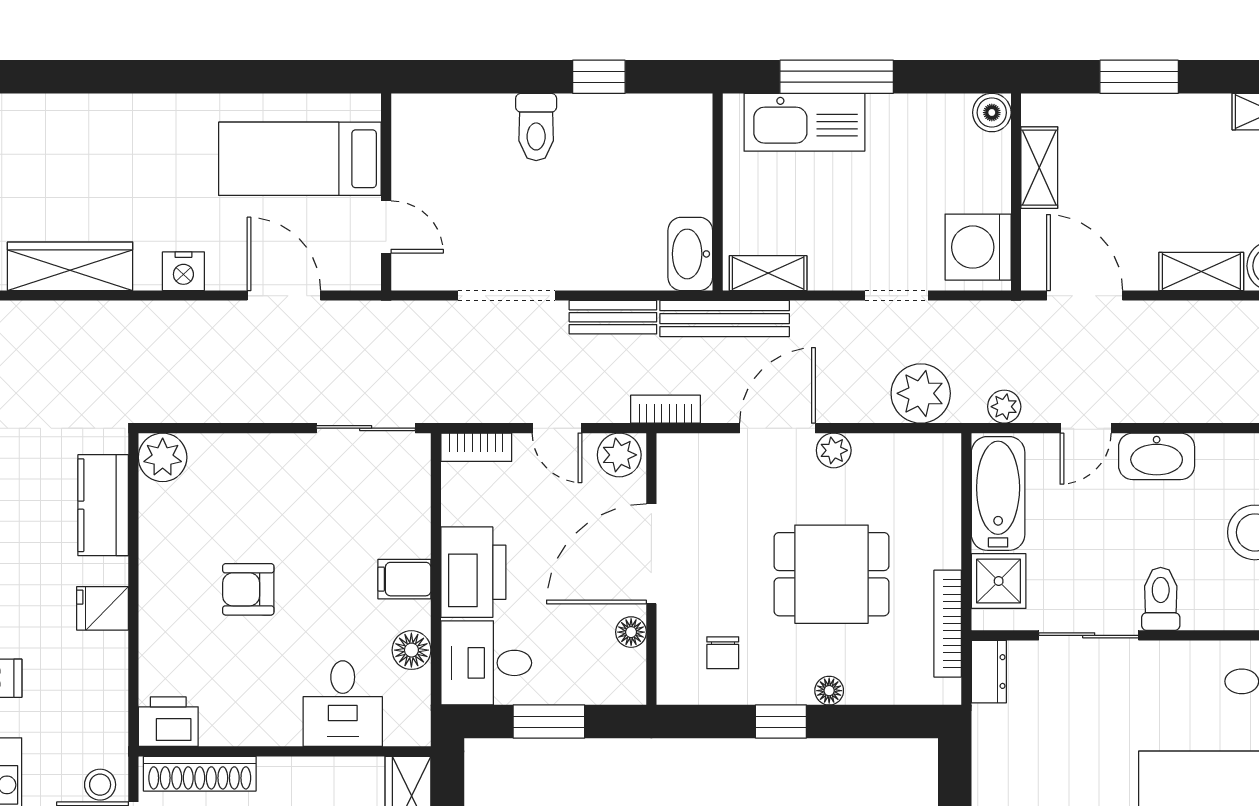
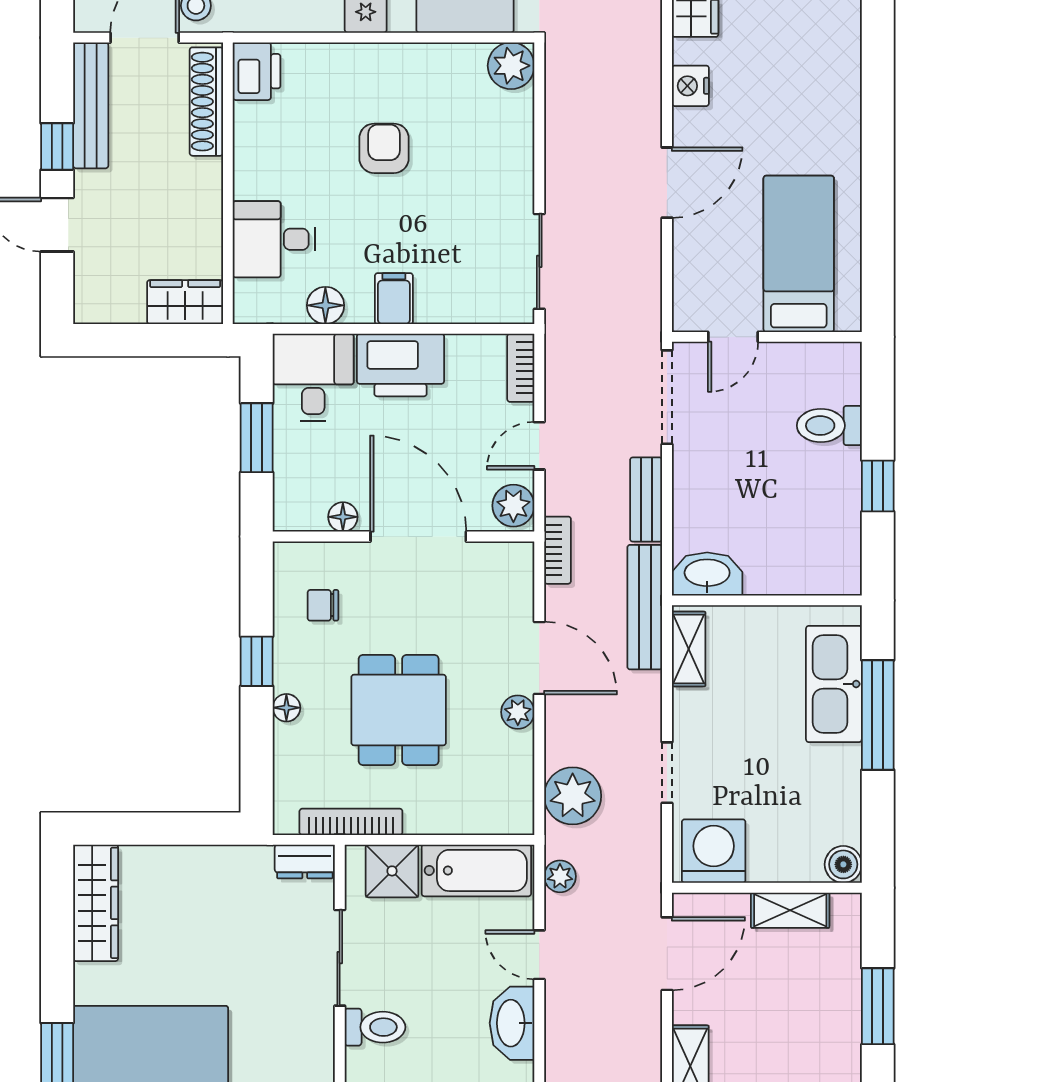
bed: (300, 159) -> (799, 254), moved
wall: (386, 192) -> (767, 337), moved
door: (386, 227) -> (733, 337), moved

